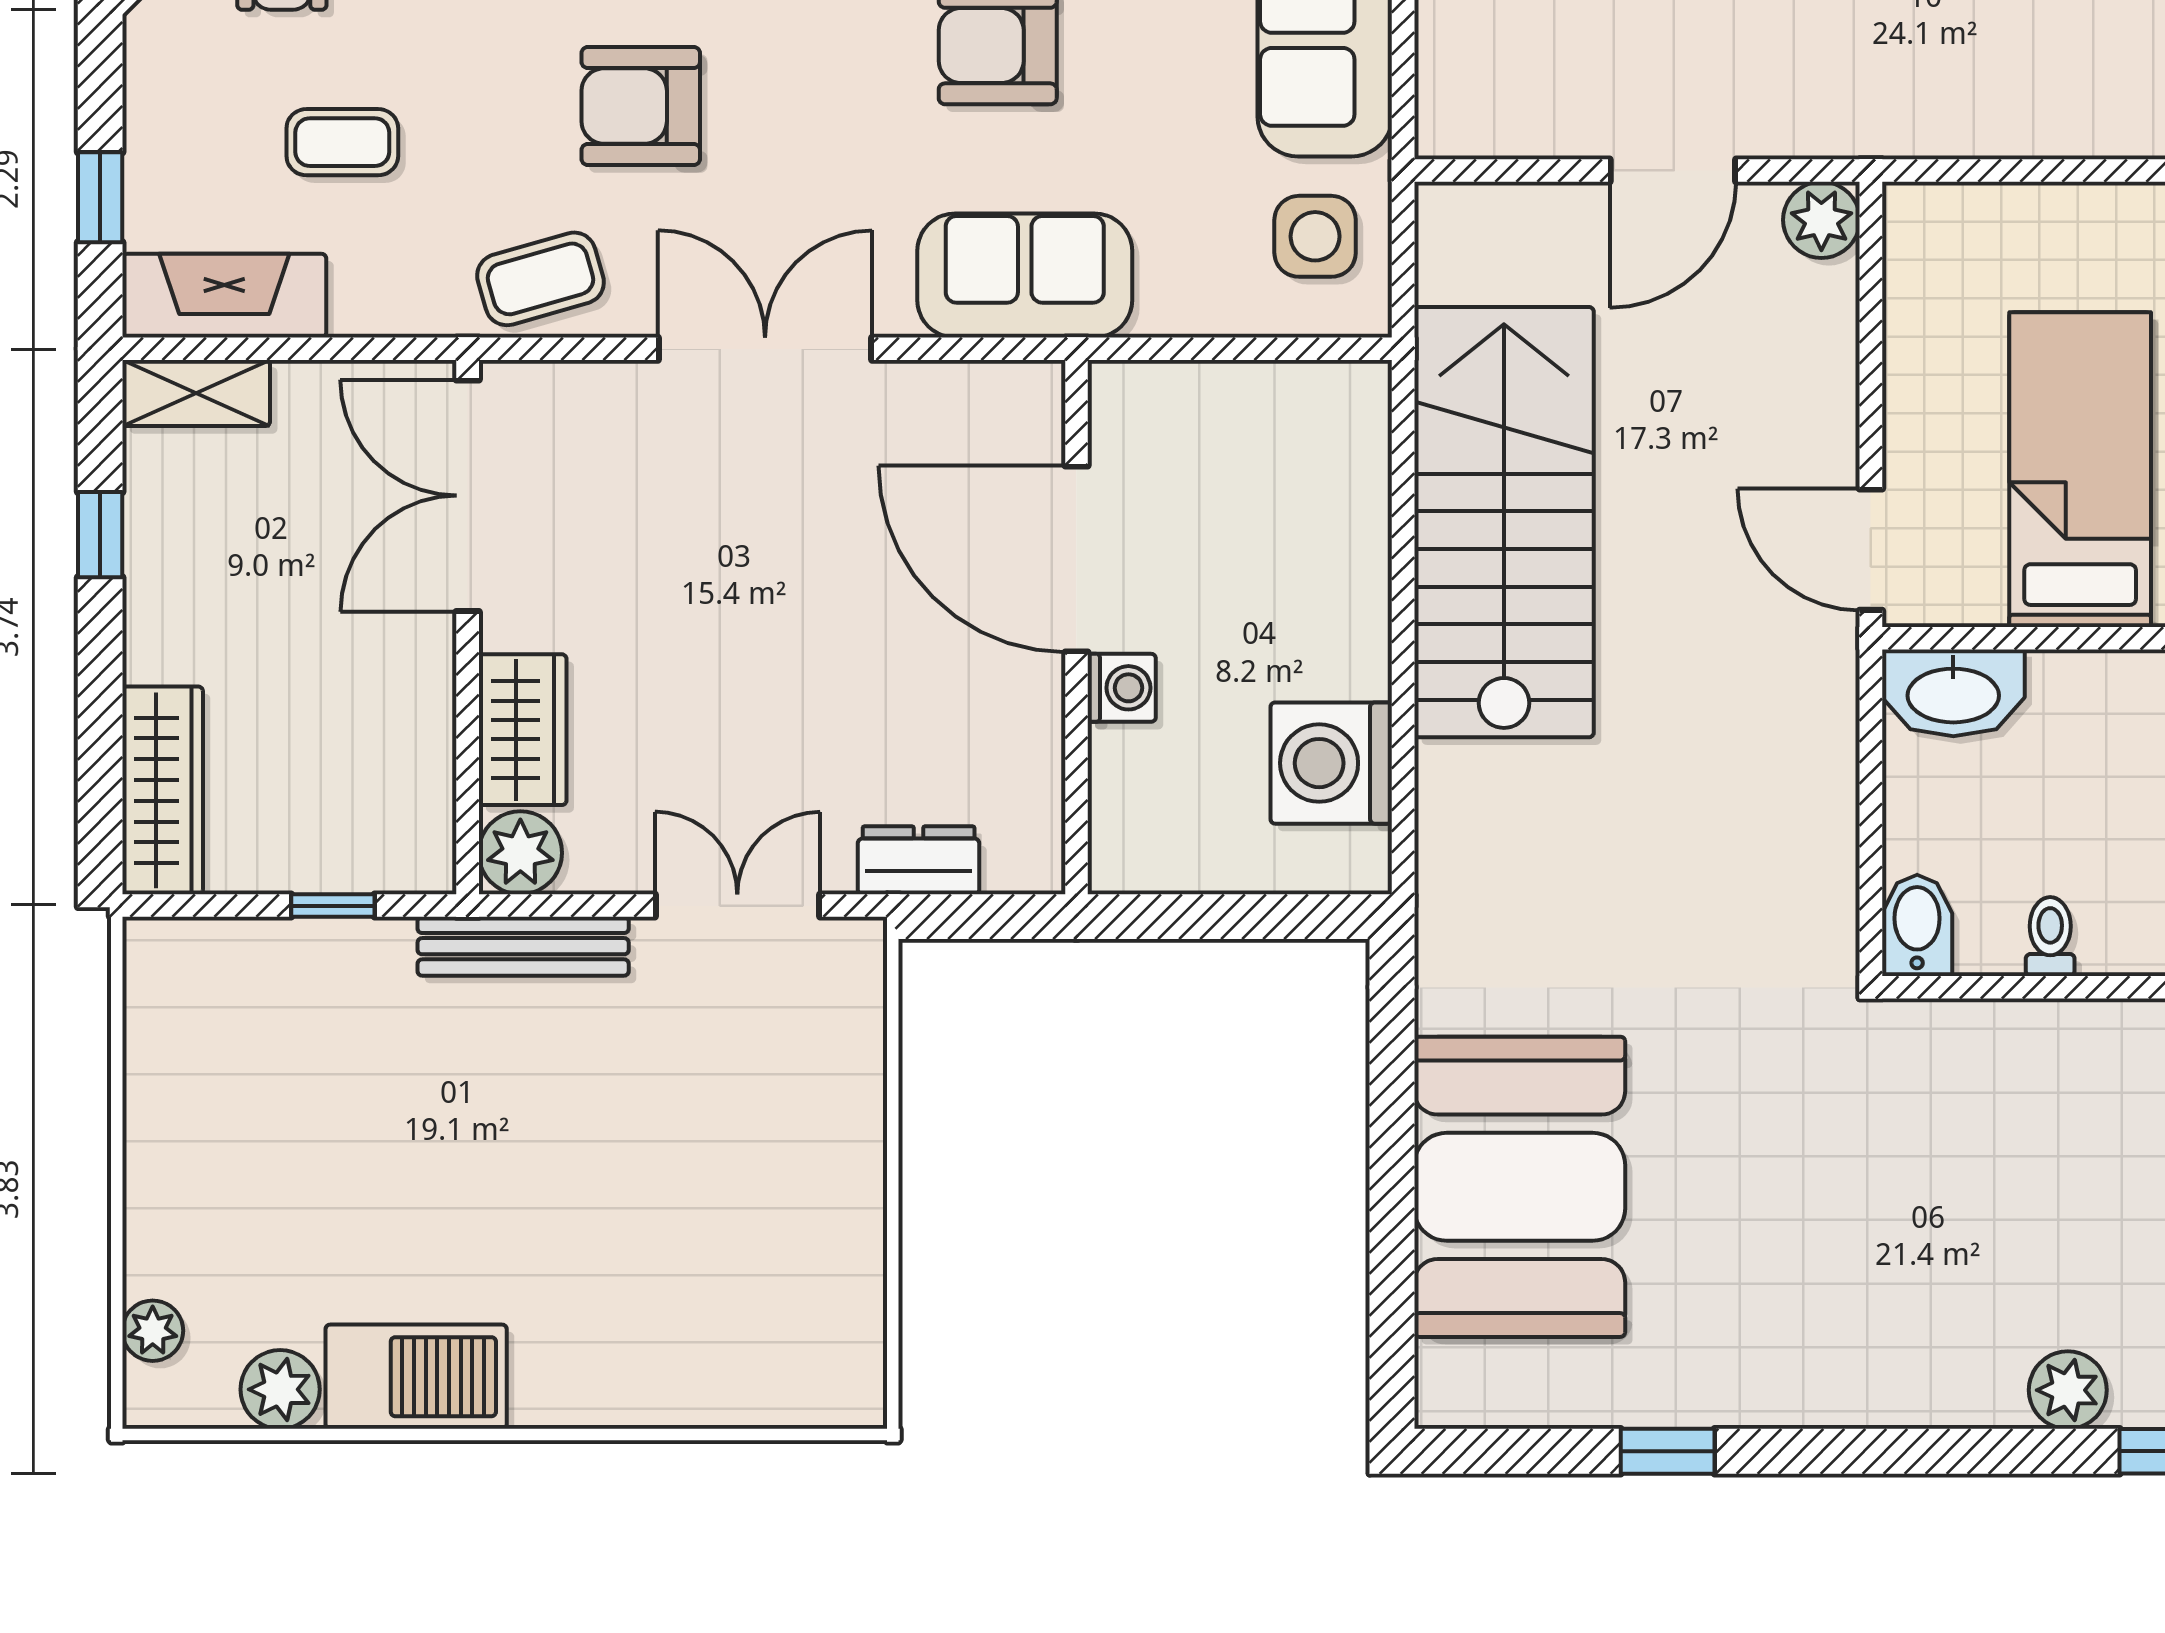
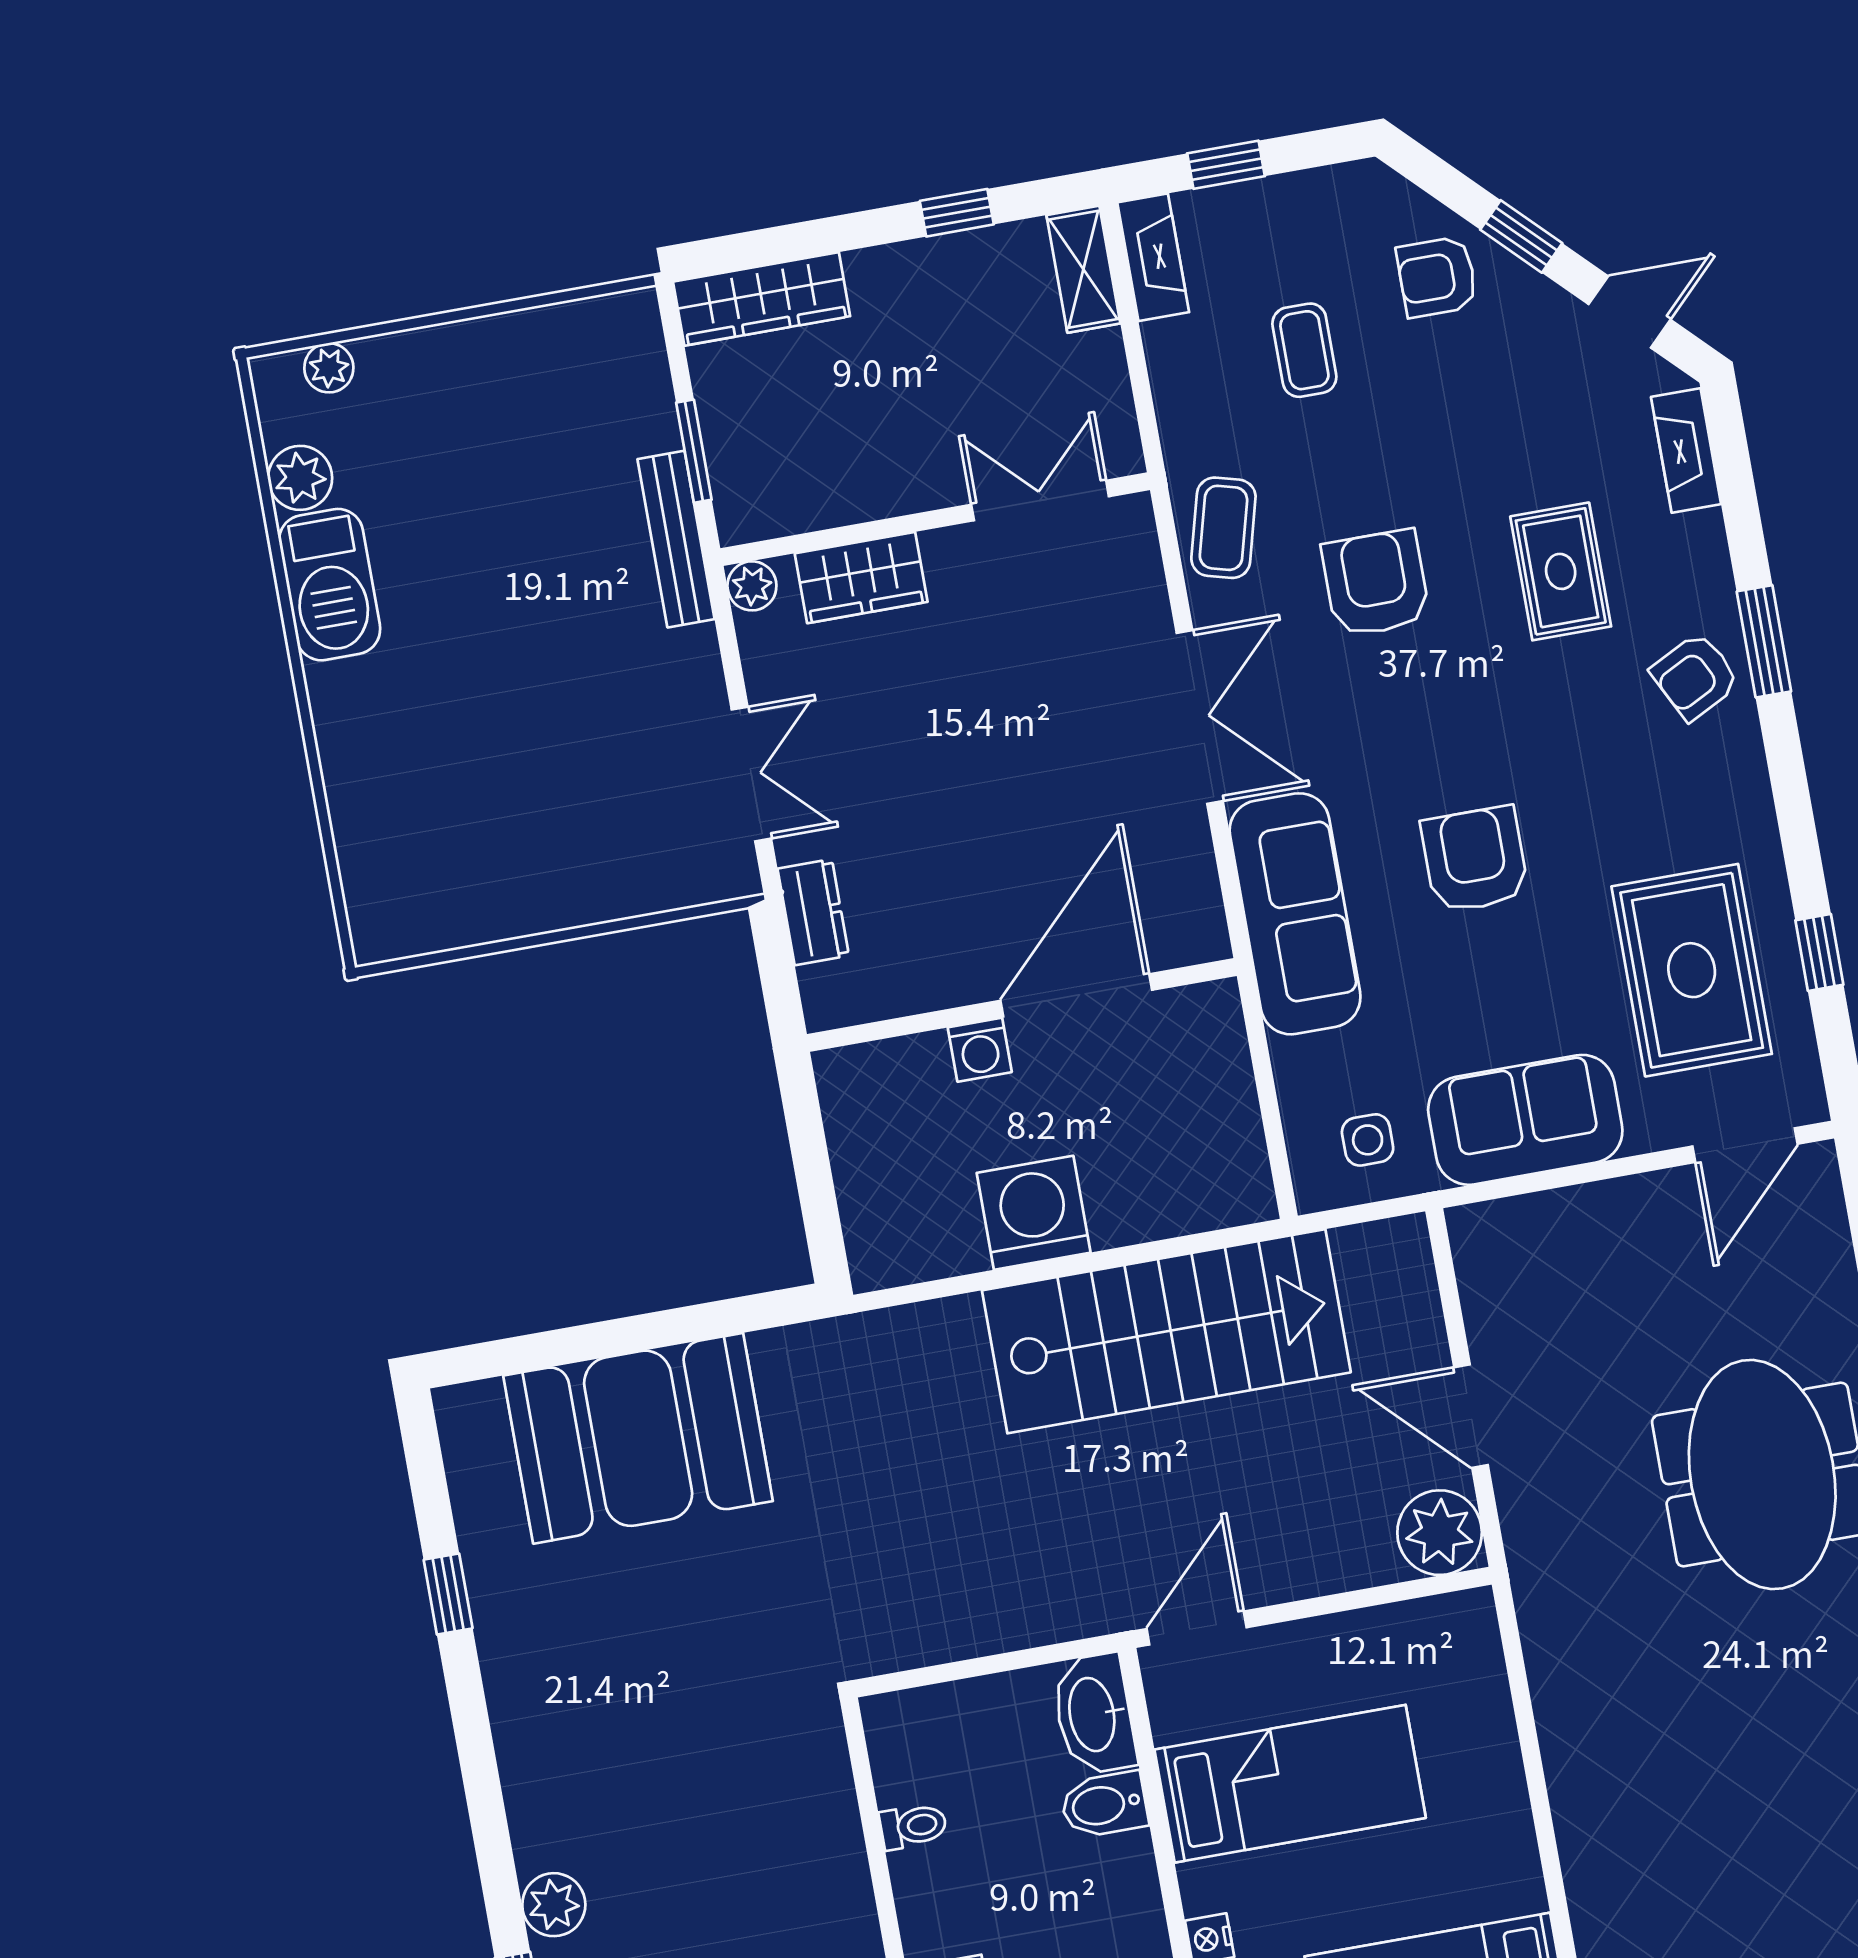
plant: (1821, 220) -> (1440, 1533), width x1.36, depth x1.36
side table: (1315, 236) -> (1368, 1140), width x0.73, depth x0.73
sofa: (1025, 275) -> (1295, 914), width x1.36
coffee table: (540, 279) -> (1223, 528), turned 31
fireplace: (224, 296) -> (1153, 257), width x0.73, depth x0.76
double door: (468, 496) -> (1040, 500), width x0.73
washing machine: (1331, 763) -> (1034, 1213), moved
plant: (520, 853) -> (752, 586), width x0.73, depth x0.73
window: (333, 906) -> (694, 451), width x1.50
bidet: (1917, 925) -> (1104, 1805), moved, turned 180
bench: (523, 946) -> (676, 539), moved

